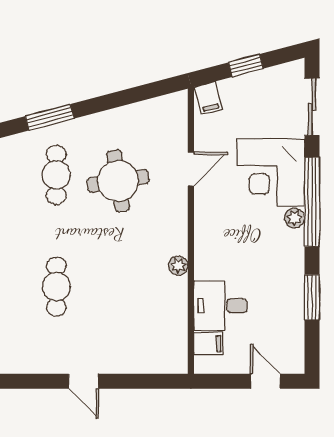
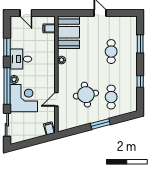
window: (246, 66) -> (34, 142), removed
window: (50, 117) -> (100, 124), moved
desk: (220, 306) -> (21, 59), moved, turned 180
booth: (161, 334) -> (68, 32), added

